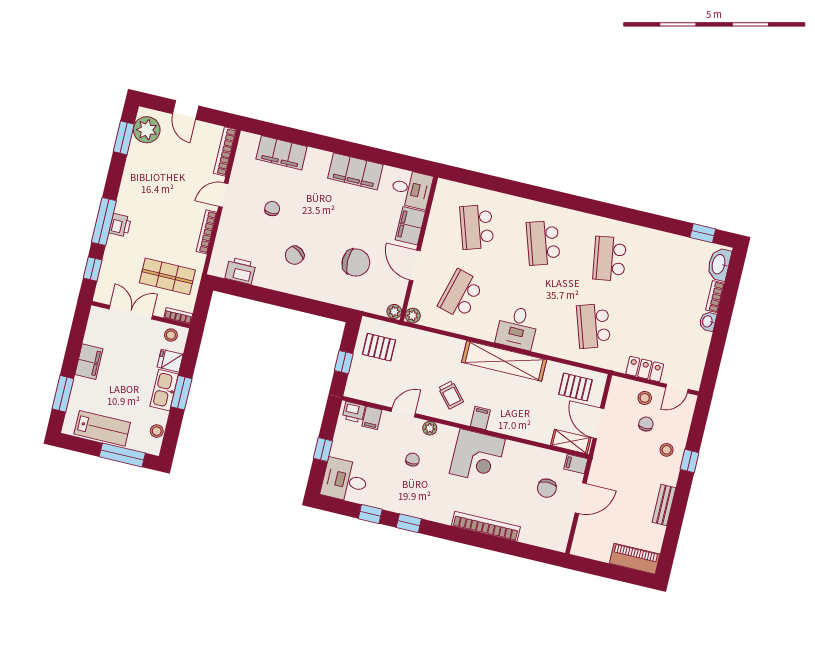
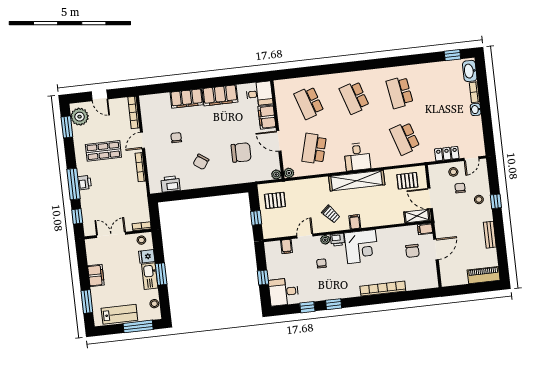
filing cabinet: (282, 153) -> (187, 98), moved
shop shelf: (167, 276) -> (103, 151), moved
printer: (354, 412) -> (337, 240), moved

